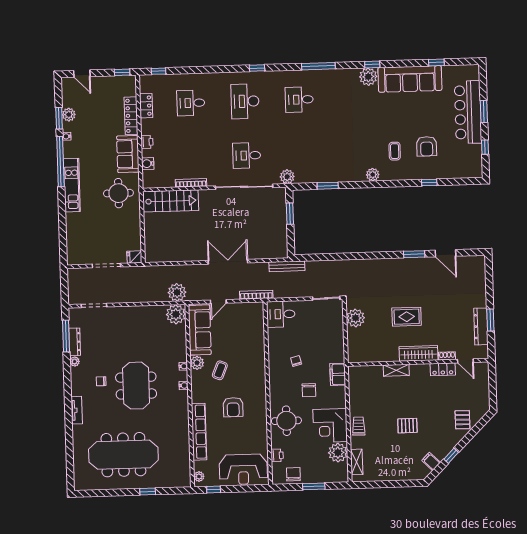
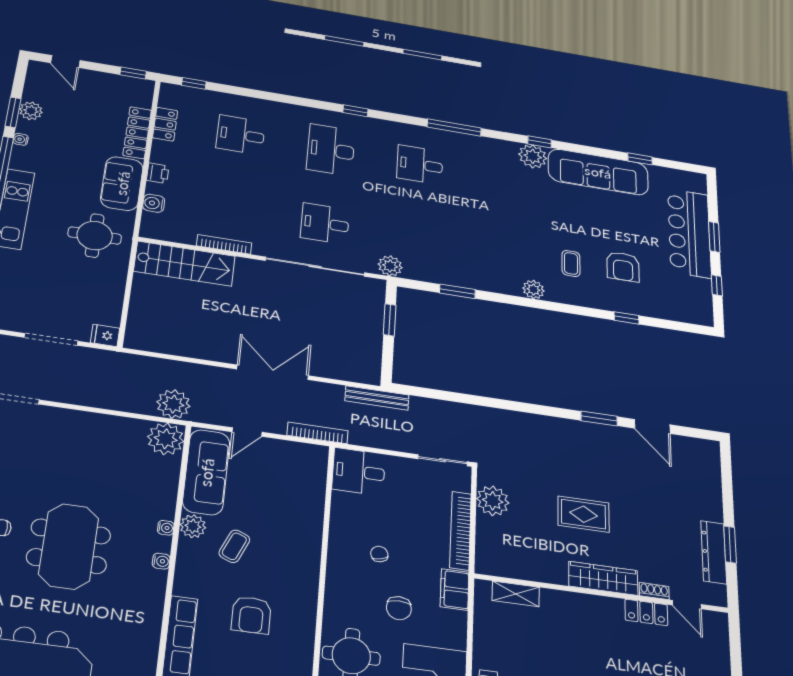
bookcase: (339, 339) -> (461, 531), added
shelving: (396, 370) -> (516, 594), moved

